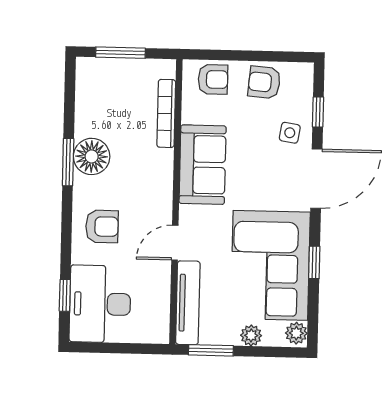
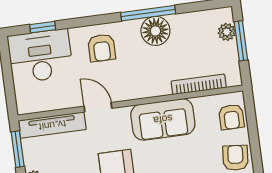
plant: (107, 69) -> (227, 32), added
window: (68, 162) -> (148, 13), width x1.44

